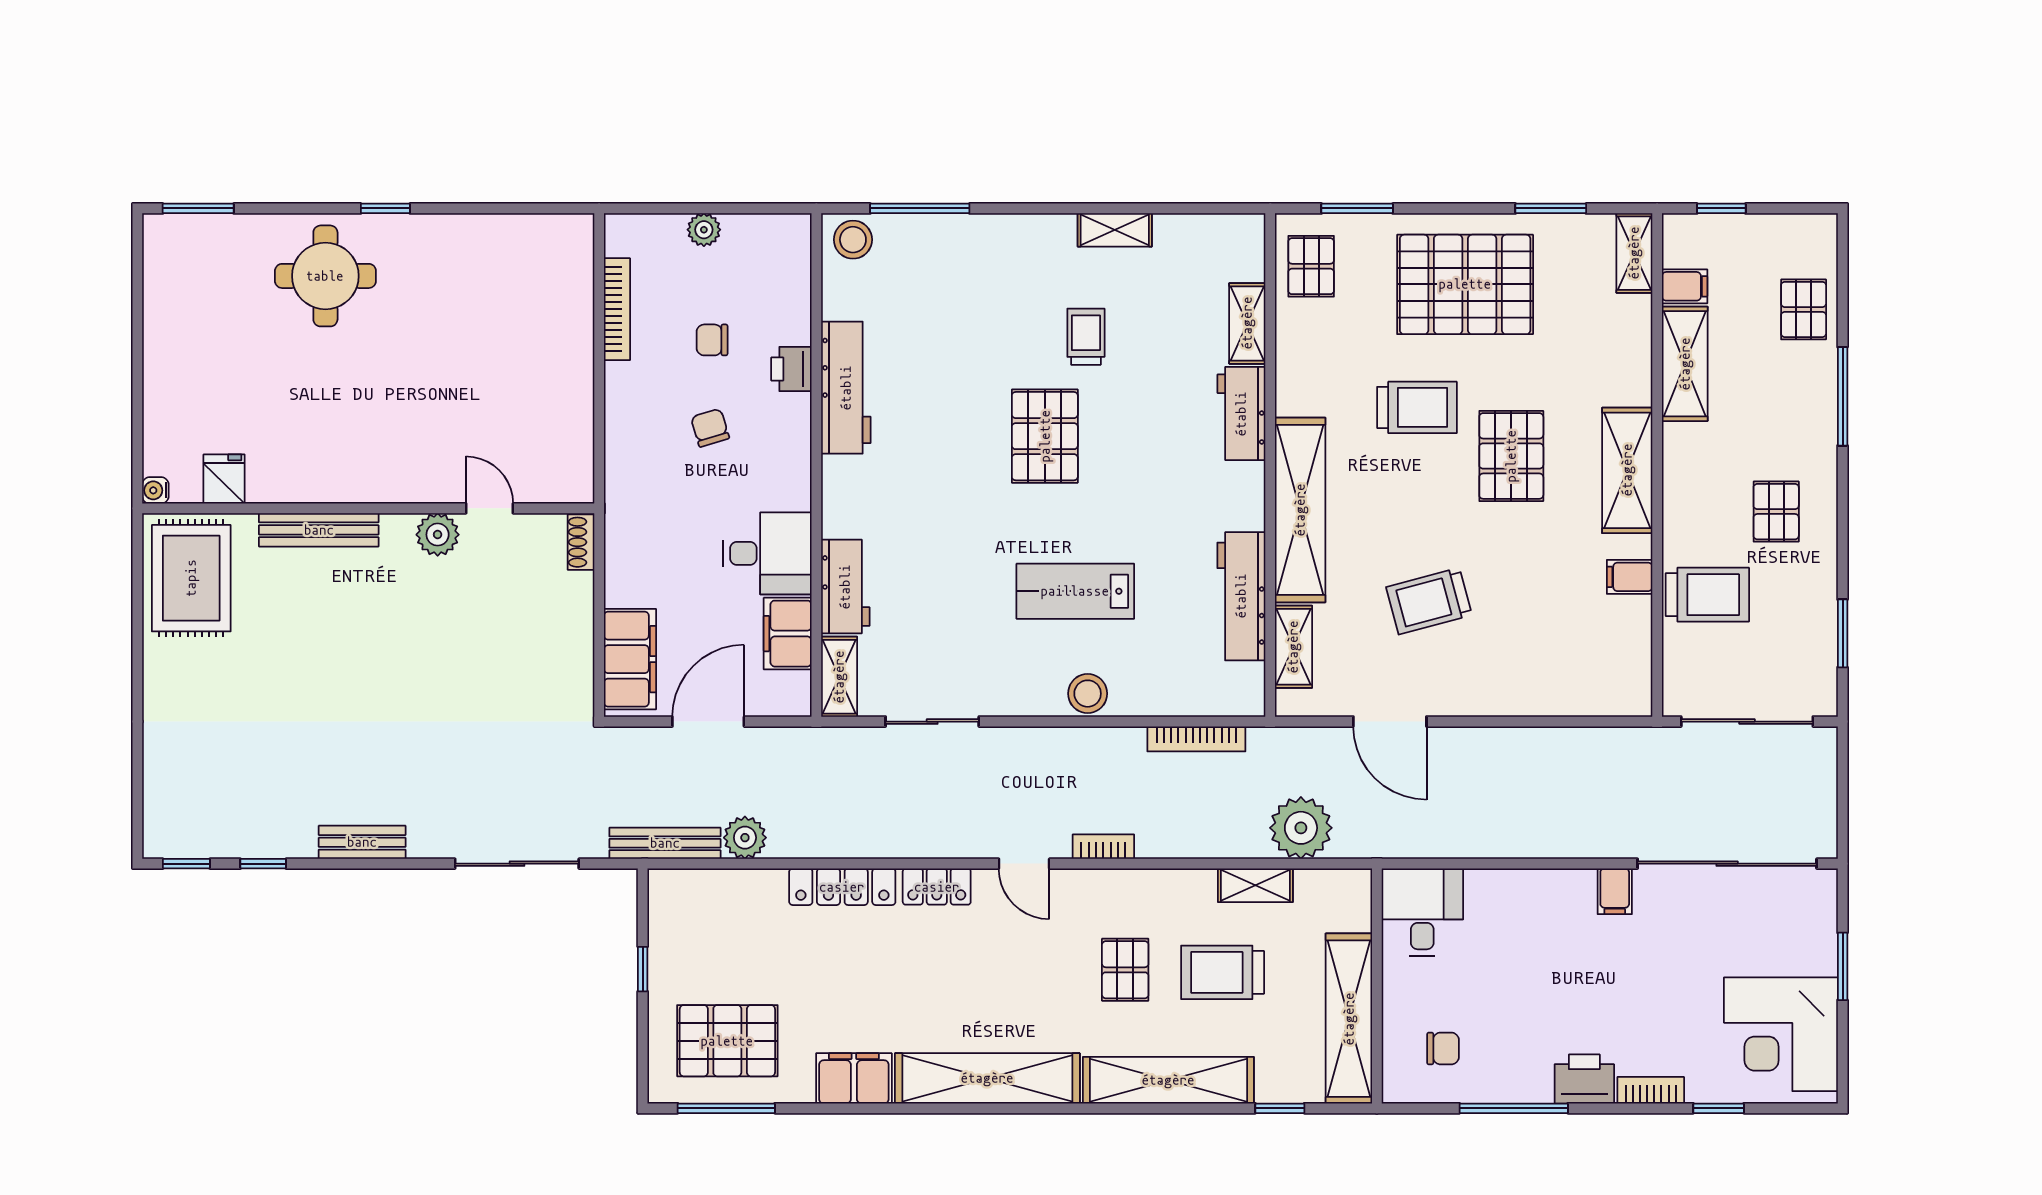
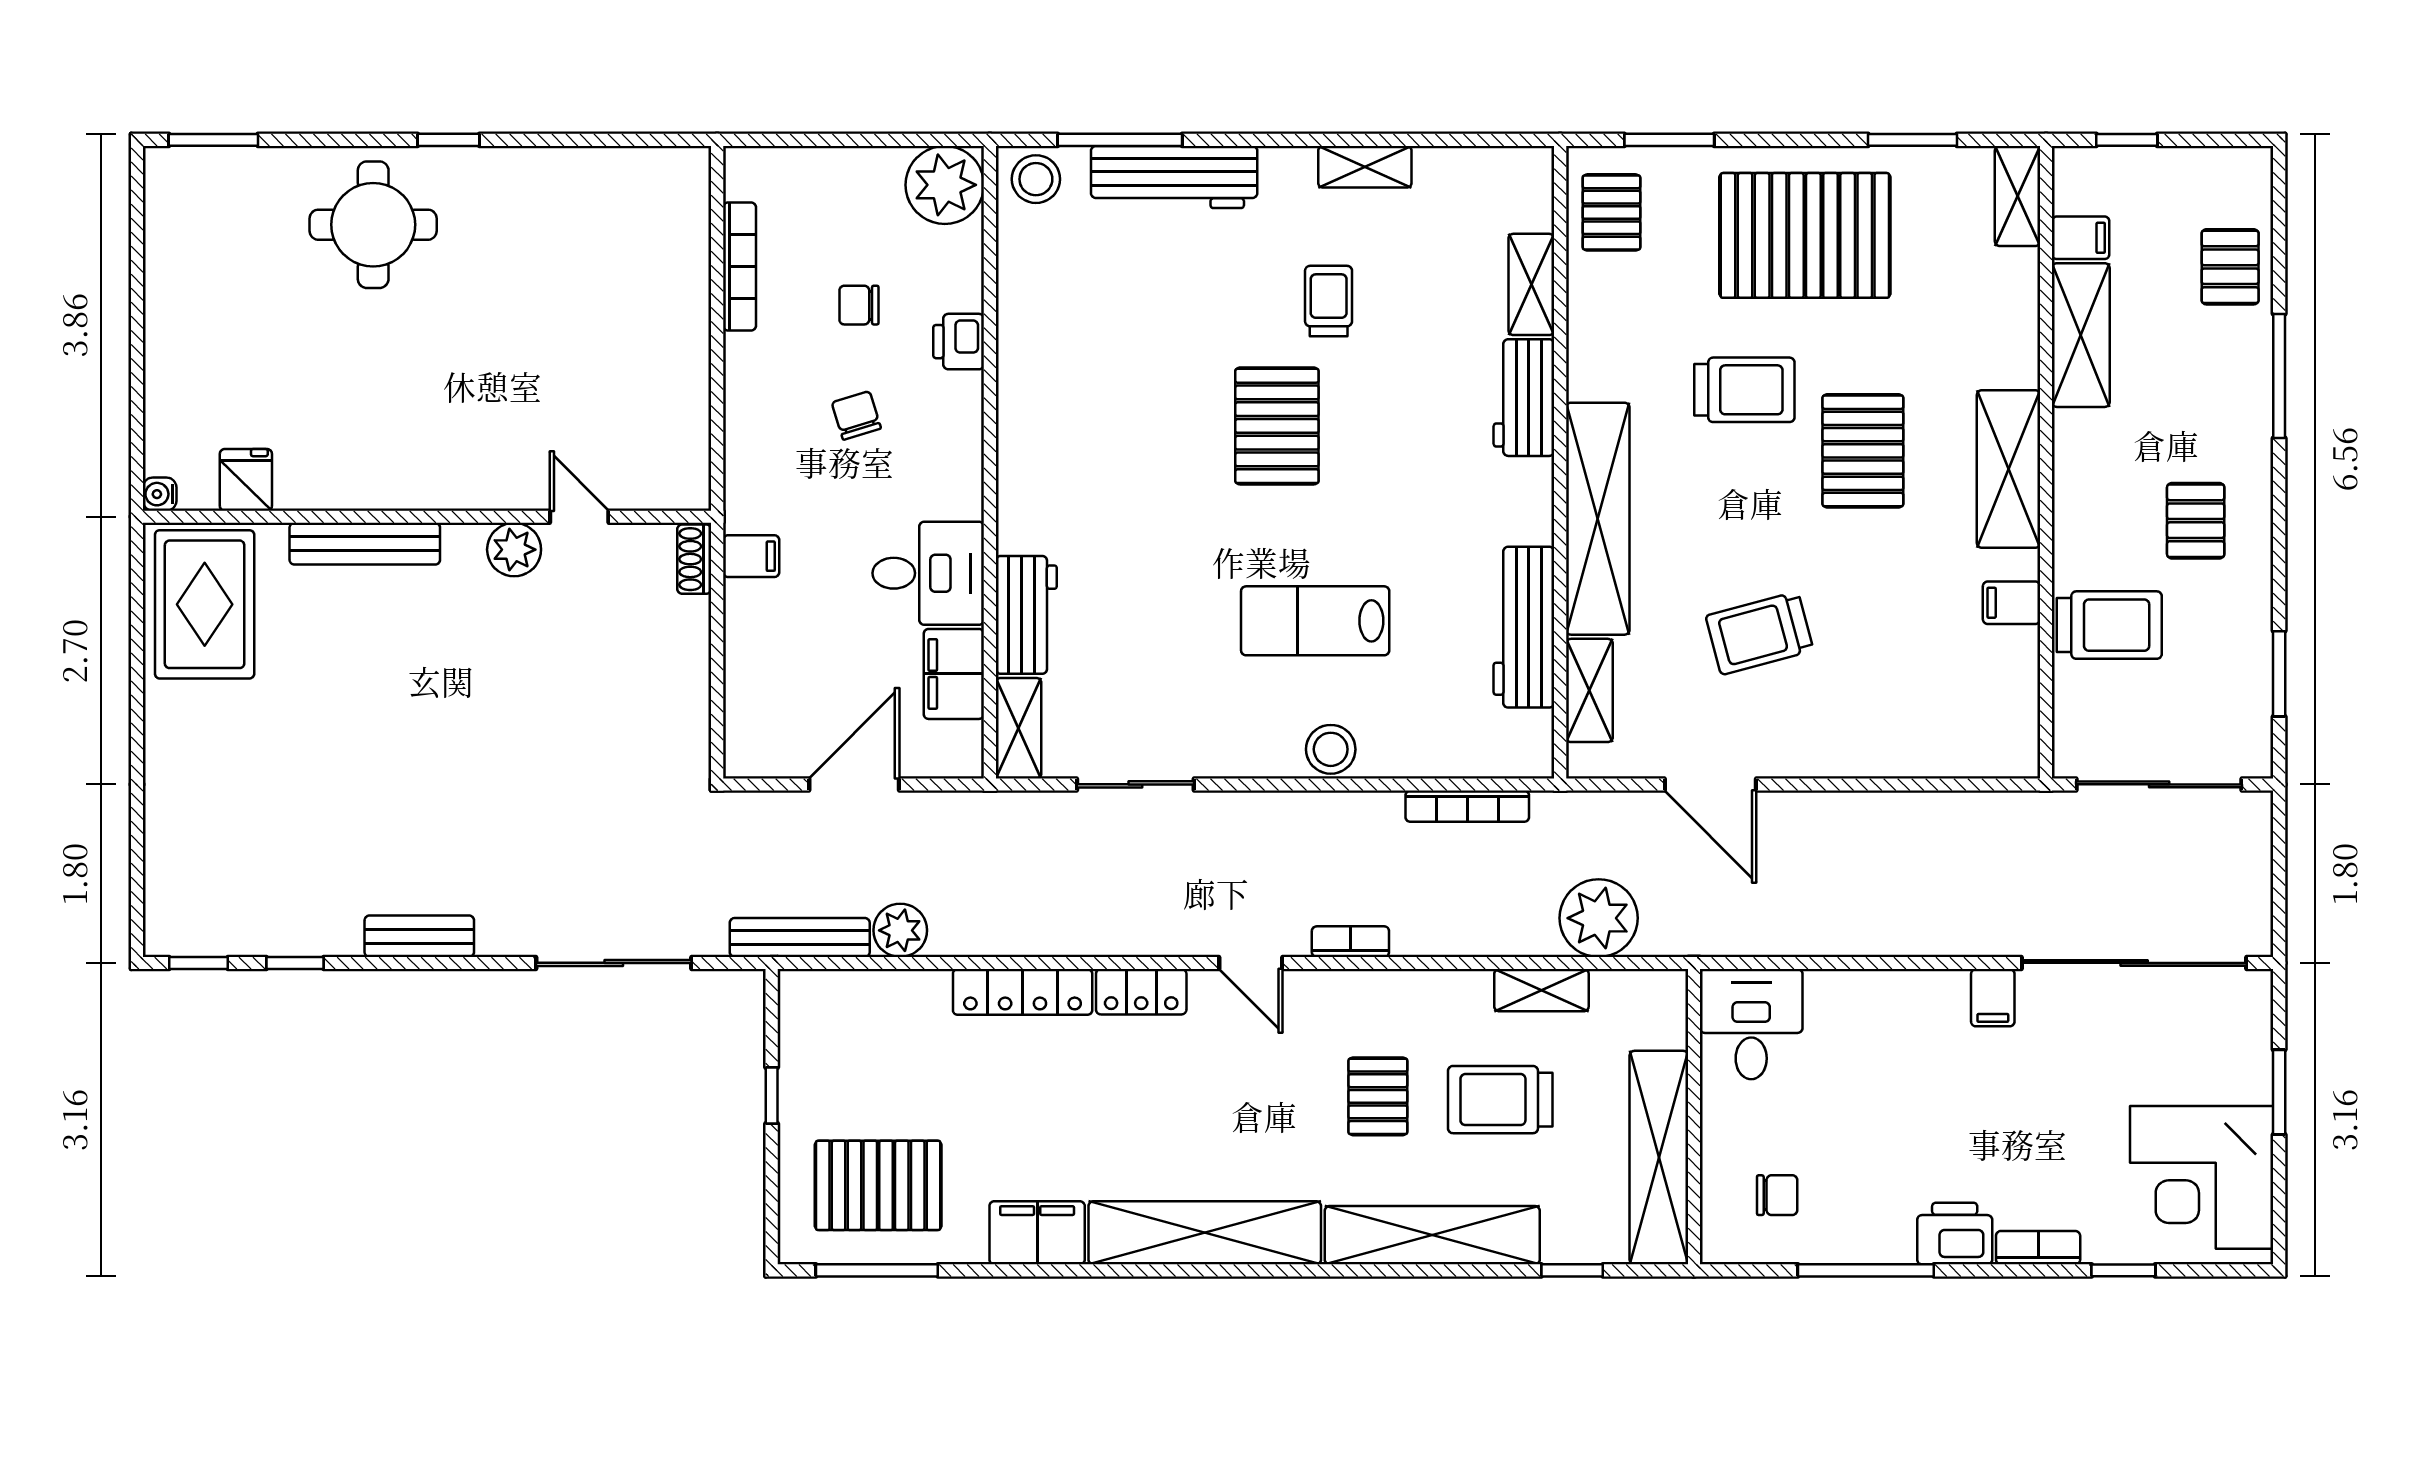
plant: (704, 230) -> (945, 185), moved, width x1.88, depth x1.88
workbench: (846, 388) -> (1174, 177), moved, turned 90
filing cabinet: (630, 659) -> (751, 556), moved, width x0.33, depth x0.86

